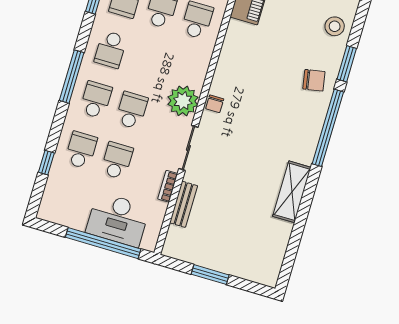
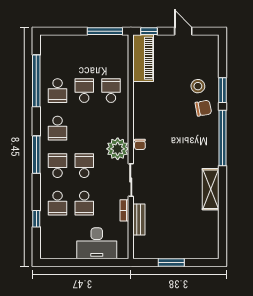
stool: (335, 26) -> (198, 86), moved
school desk: (81, 150) -> (58, 203), turned 180
school desk: (117, 161) -> (84, 203), turned 180
window: (103, 243) -> (91, 263), removed

